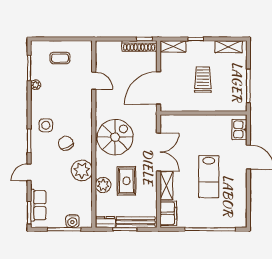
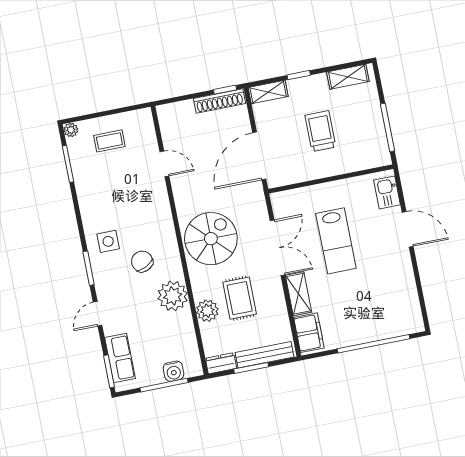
plant: (36, 85) -> (71, 130), moved
lab bench: (209, 177) -> (336, 241), moved

